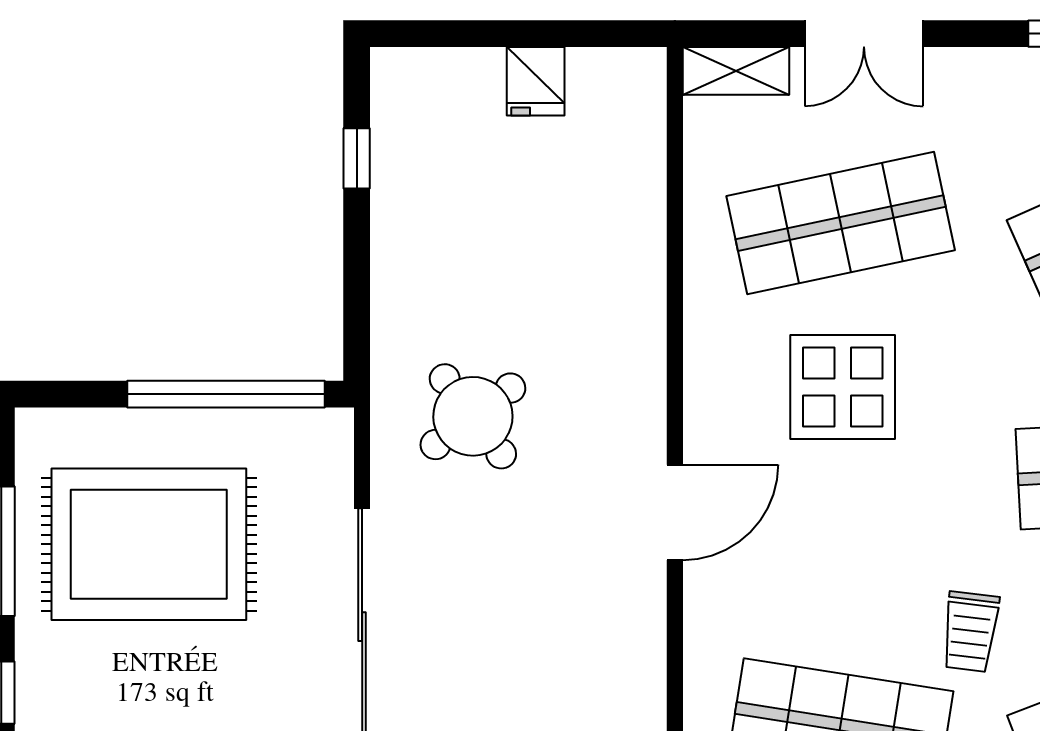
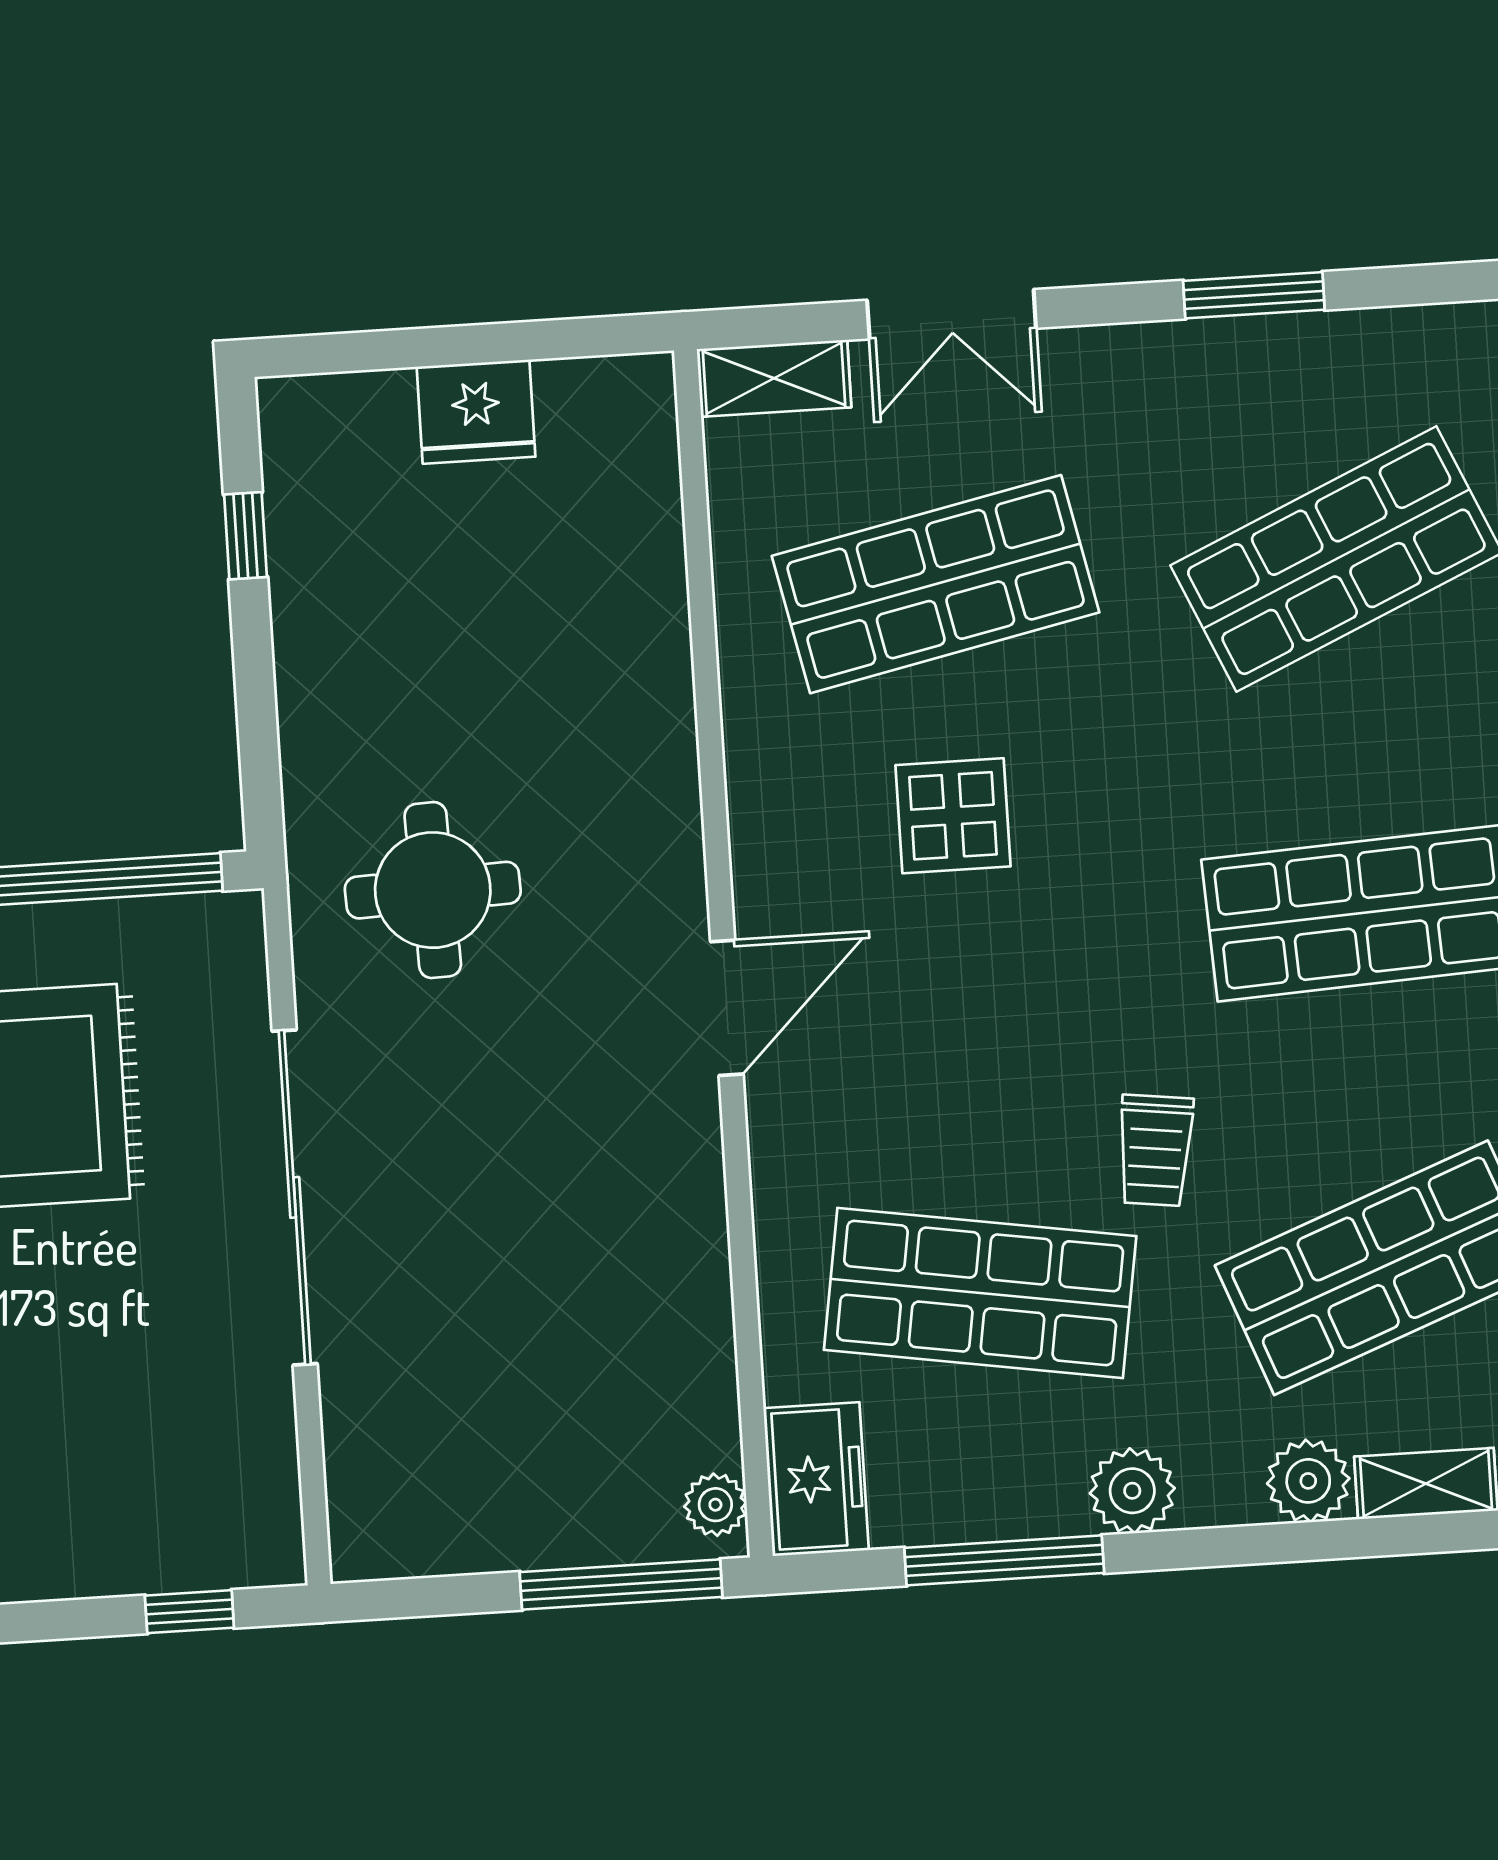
fridge: (536, 81) -> (476, 412), width x1.38
display table: (843, 387) -> (953, 816), width x0.73, depth x0.73
round table: (473, 416) -> (433, 890), turned 35

